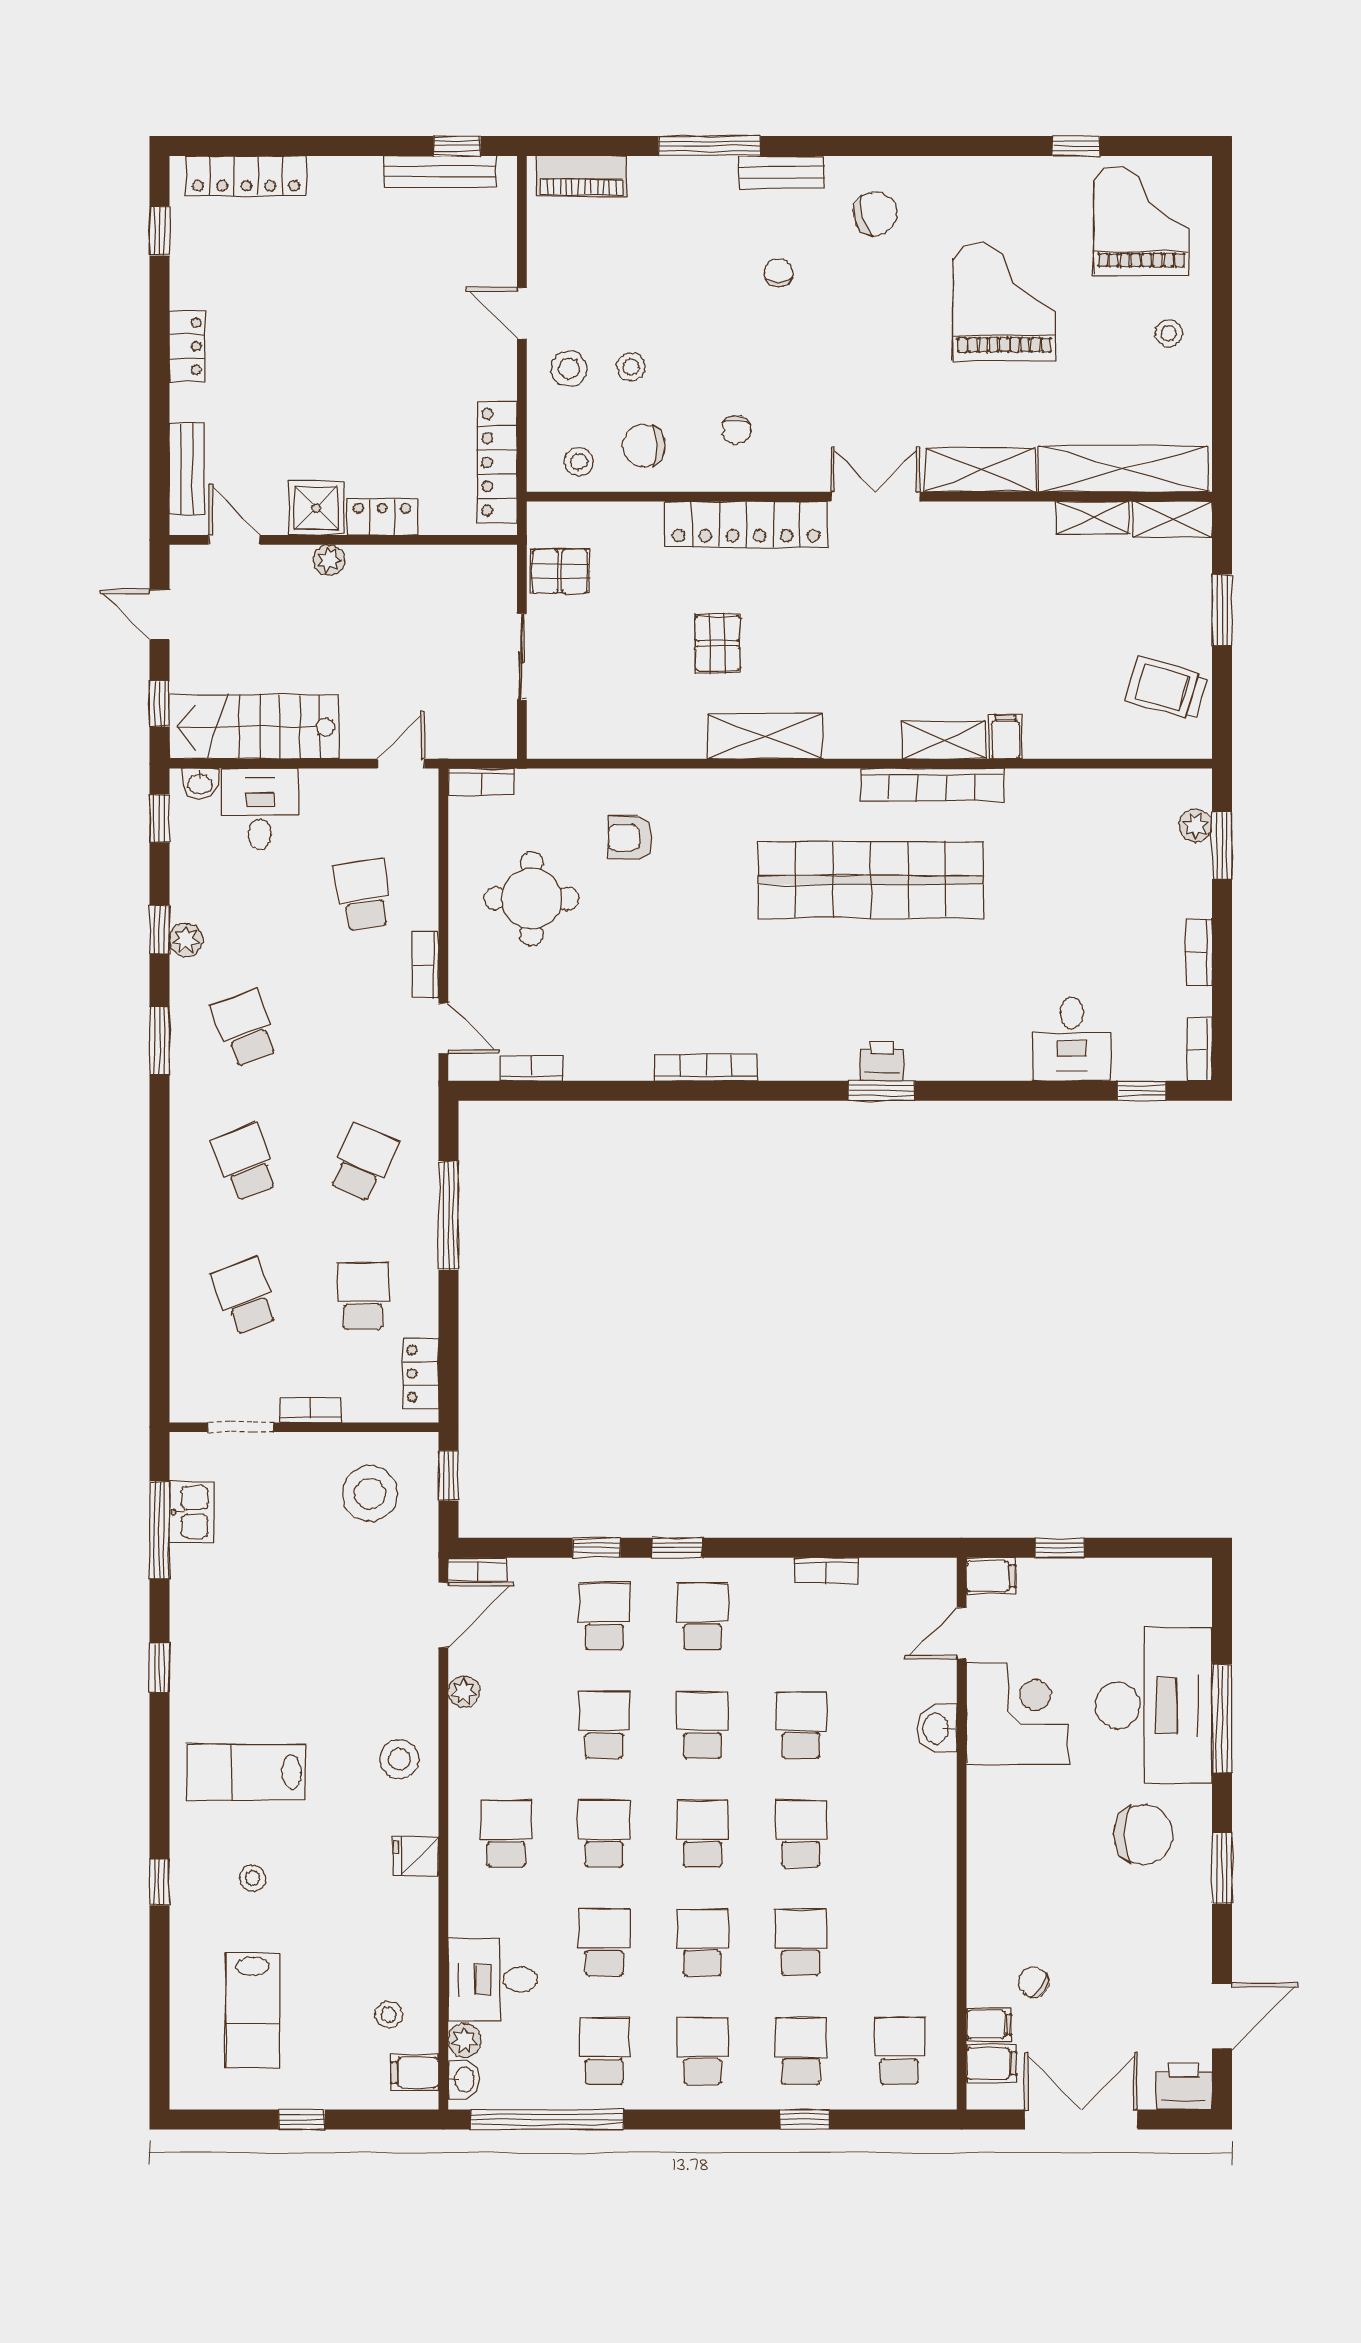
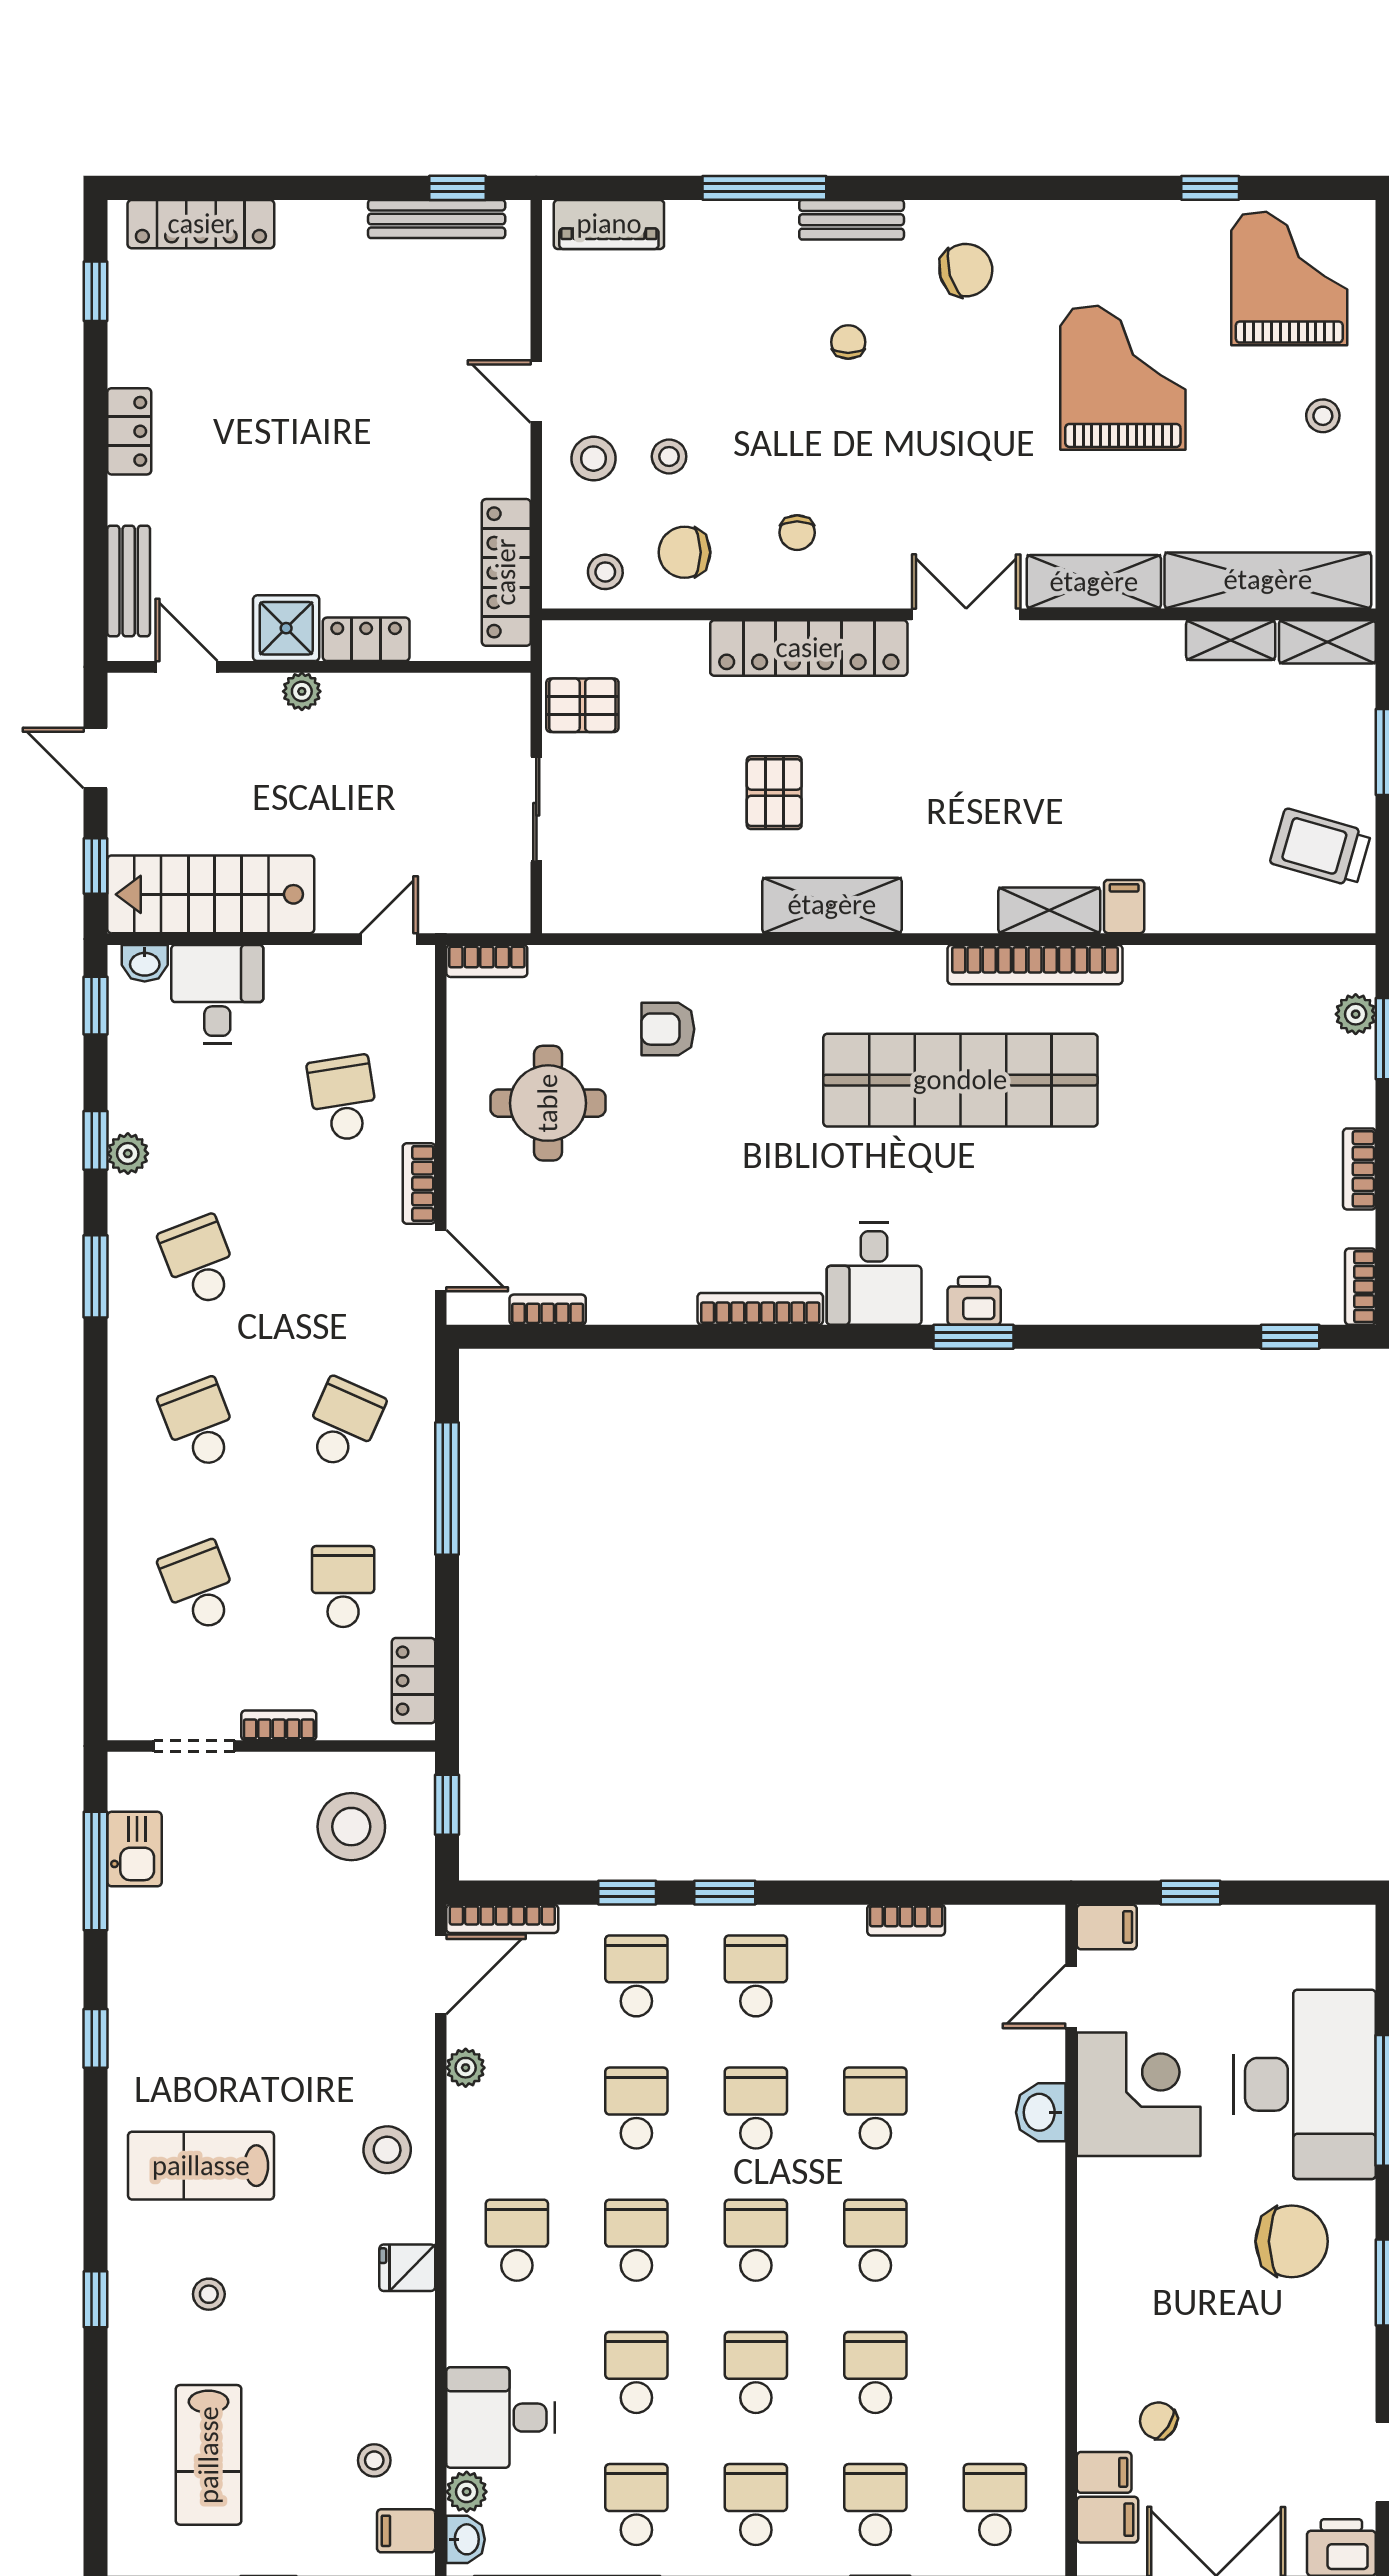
desk: (1072, 1039) -> (874, 1274), moved
bookcase: (477, 1569) -> (502, 1919), width x1.56

